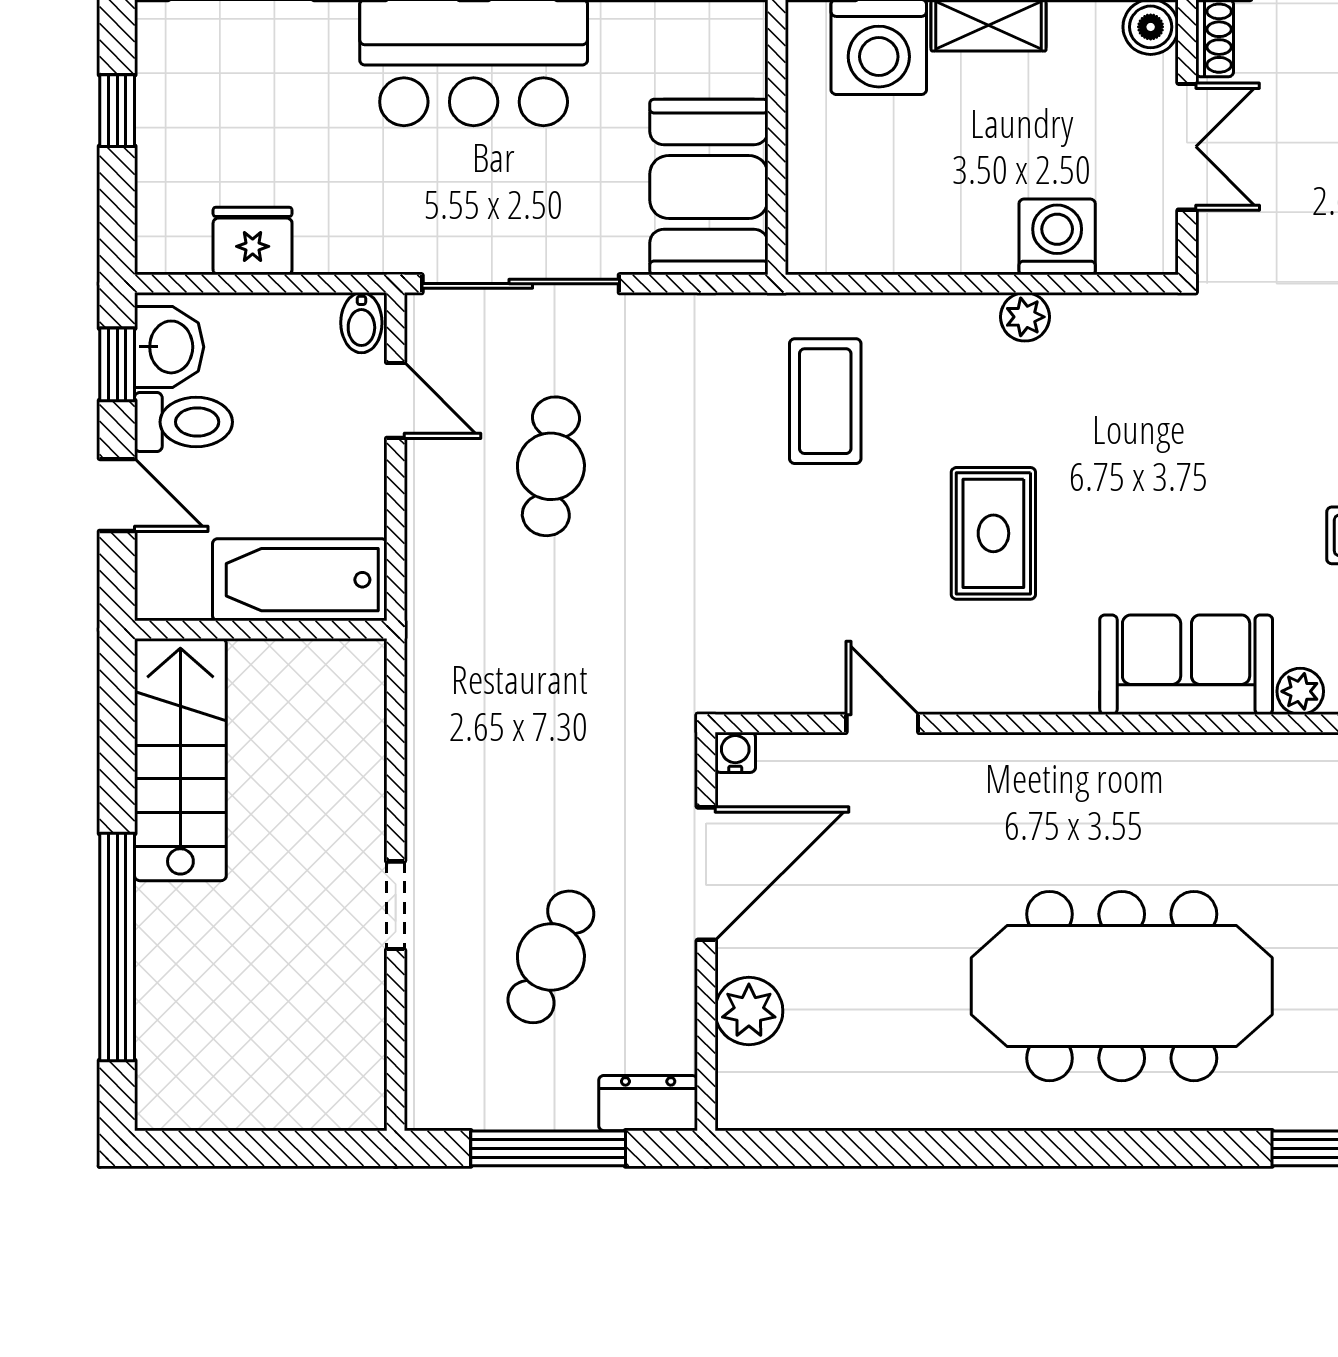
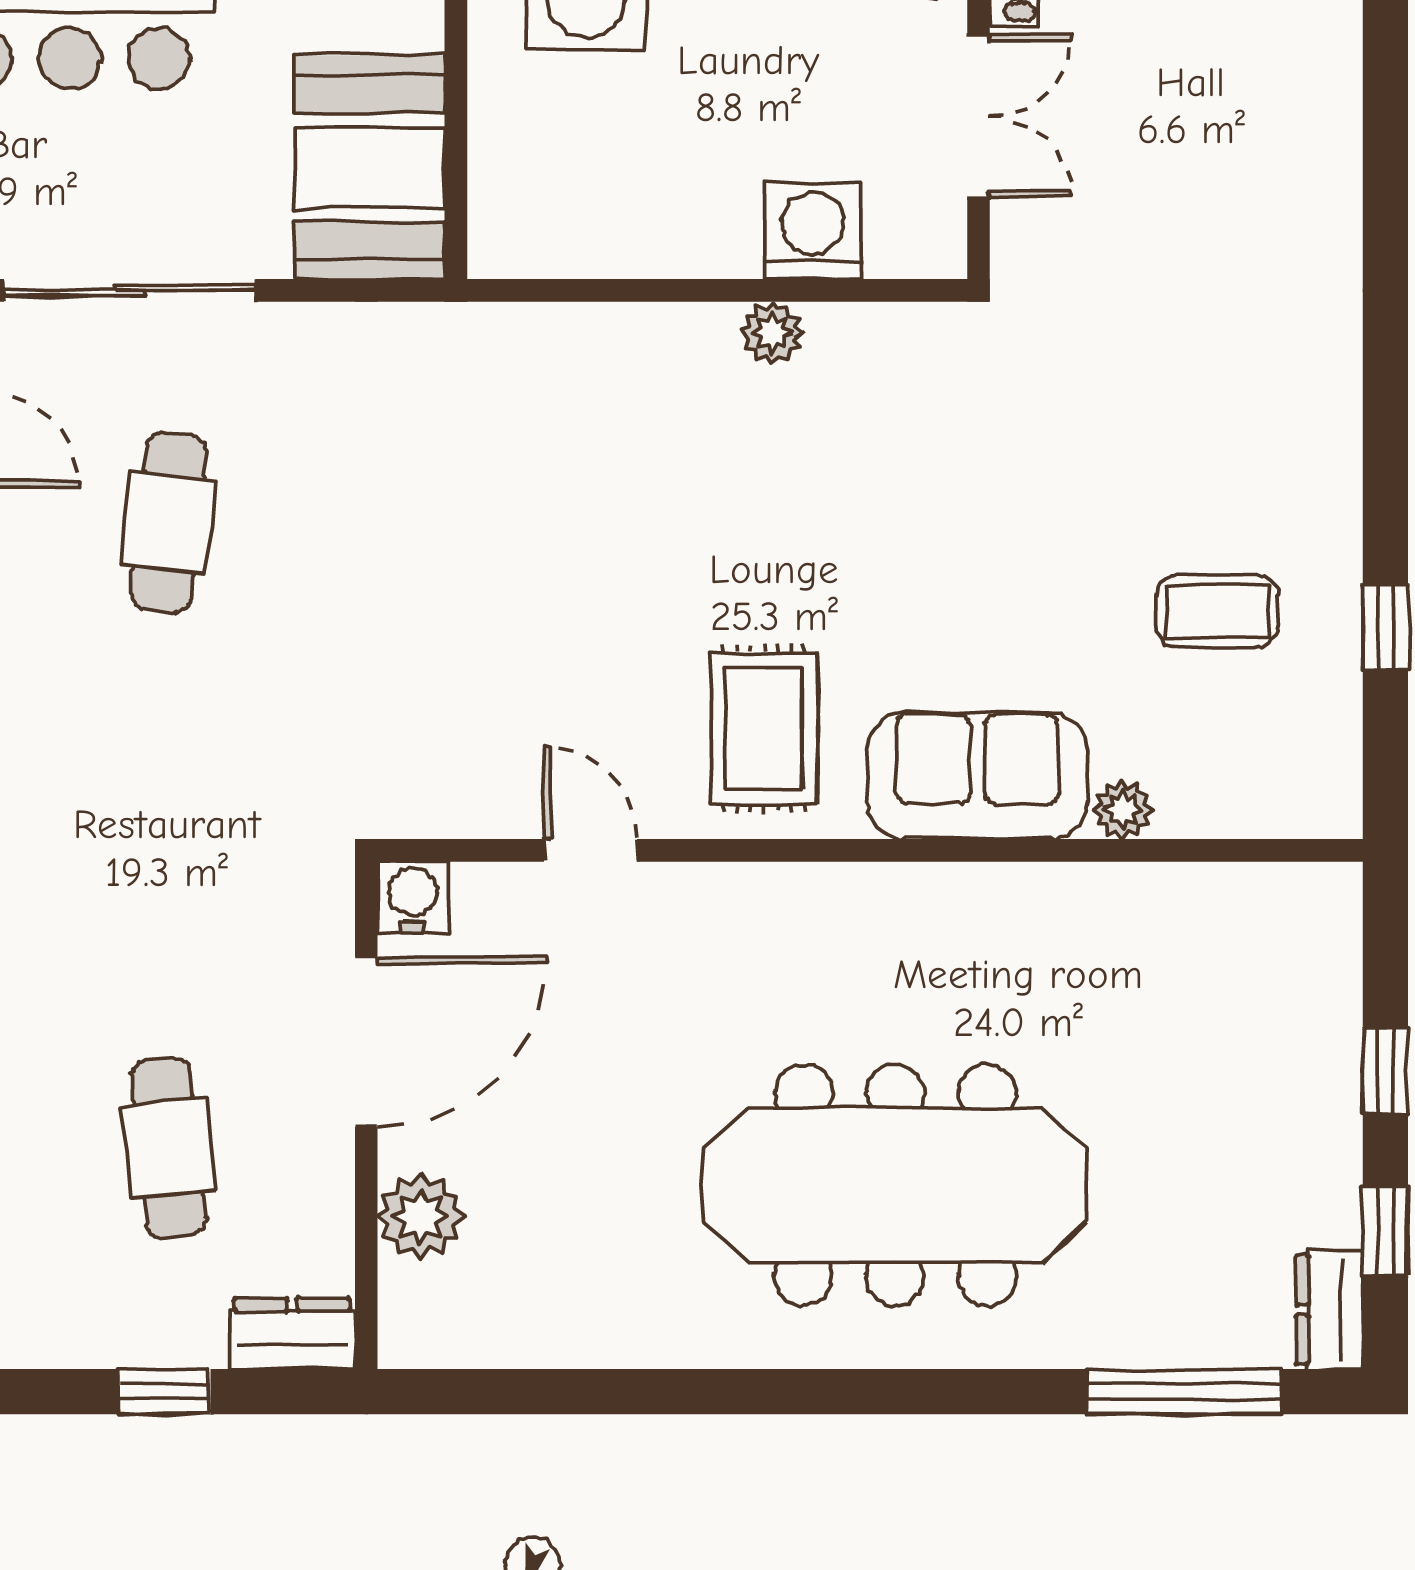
coffee table: (825, 401) -> (518, 440), removed
rug: (993, 533) -> (764, 728), moved
water cooler: (735, 752) -> (413, 897), width x1.38, depth x1.38
cafe table: (551, 957) -> (168, 1148), turned -30
window: (548, 1148) -> (165, 1392), width x0.46

